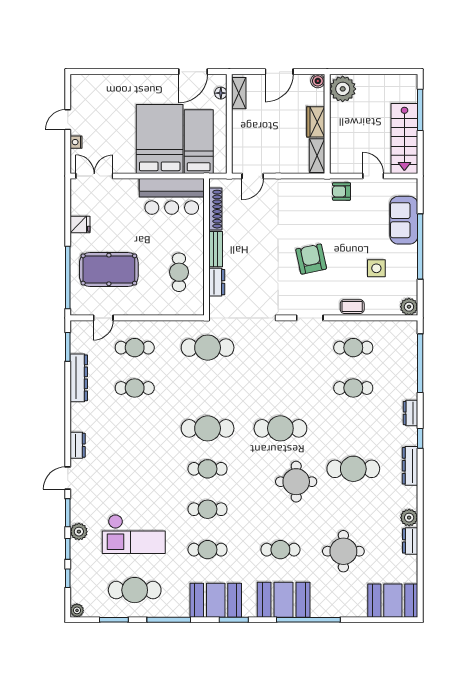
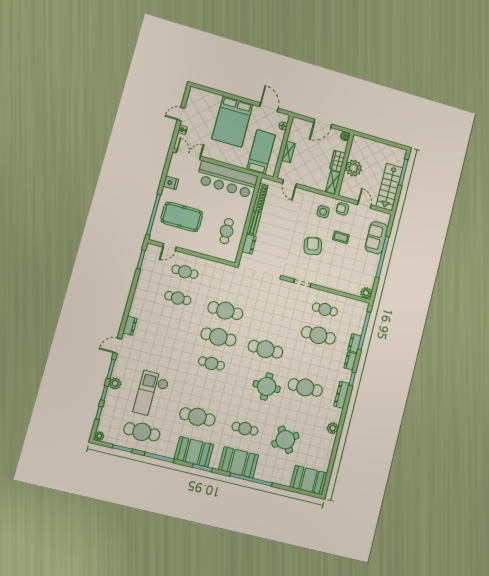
door: (193, 72) -> (269, 107), swing flipped
plant: (343, 89) -> (354, 168), moved
shelving: (239, 93) -> (288, 152), moved
bed: (160, 139) -> (232, 121), moved, turned 180
door: (253, 176) -> (289, 183), hinge flipped
bar counter: (172, 196) -> (227, 179), width x1.36
side table: (376, 268) -> (323, 212), moved
coffee table: (352, 307) -> (341, 237), moved
cafe table: (208, 348) -> (225, 311), moved
dresser: (79, 378) -> (143, 282), removed
cafe table: (353, 388) -> (318, 335), width x1.37, depth x1.35
cafe table: (208, 509) -> (204, 390), removed
checkout: (134, 534) -> (151, 394), turned 90
dresser: (410, 541) -> (354, 343), moved
cafe table: (208, 550) -> (197, 417), width x1.37, depth x1.35
round table: (343, 551) -> (285, 440), turned -34

